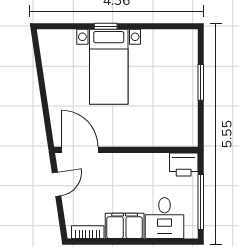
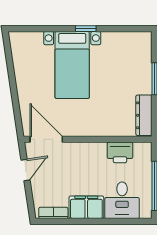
window: (106, 26) -> (86, 29), moved
dresser: (189, 123) -> (144, 115), added
printer: (184, 165) -> (120, 152), moved

